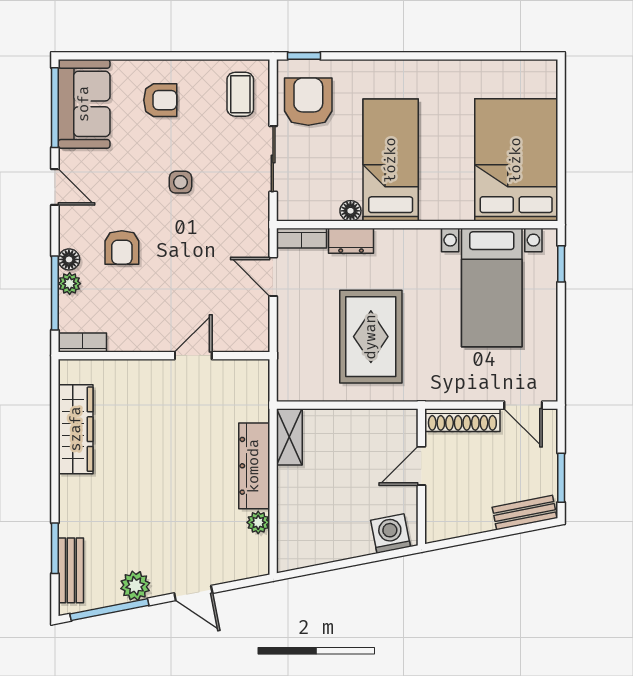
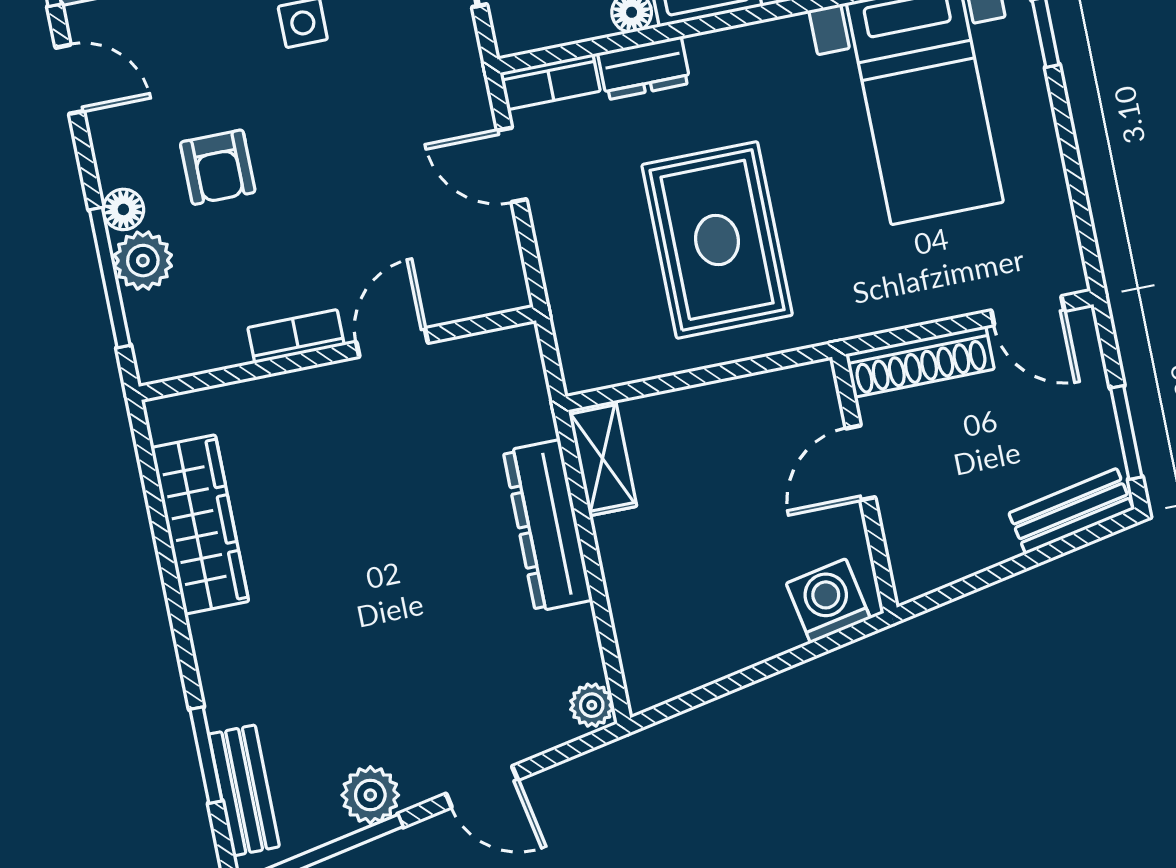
plant: (70, 284) -> (143, 261), width x1.38, depth x1.38
bookcase: (82, 343) -> (296, 336), moved
plant: (258, 522) -> (592, 705), moved

